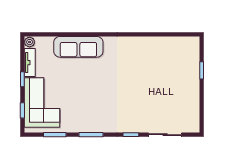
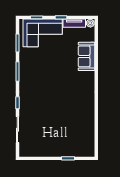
sofa: (78, 47) -> (86, 56), width x0.73

